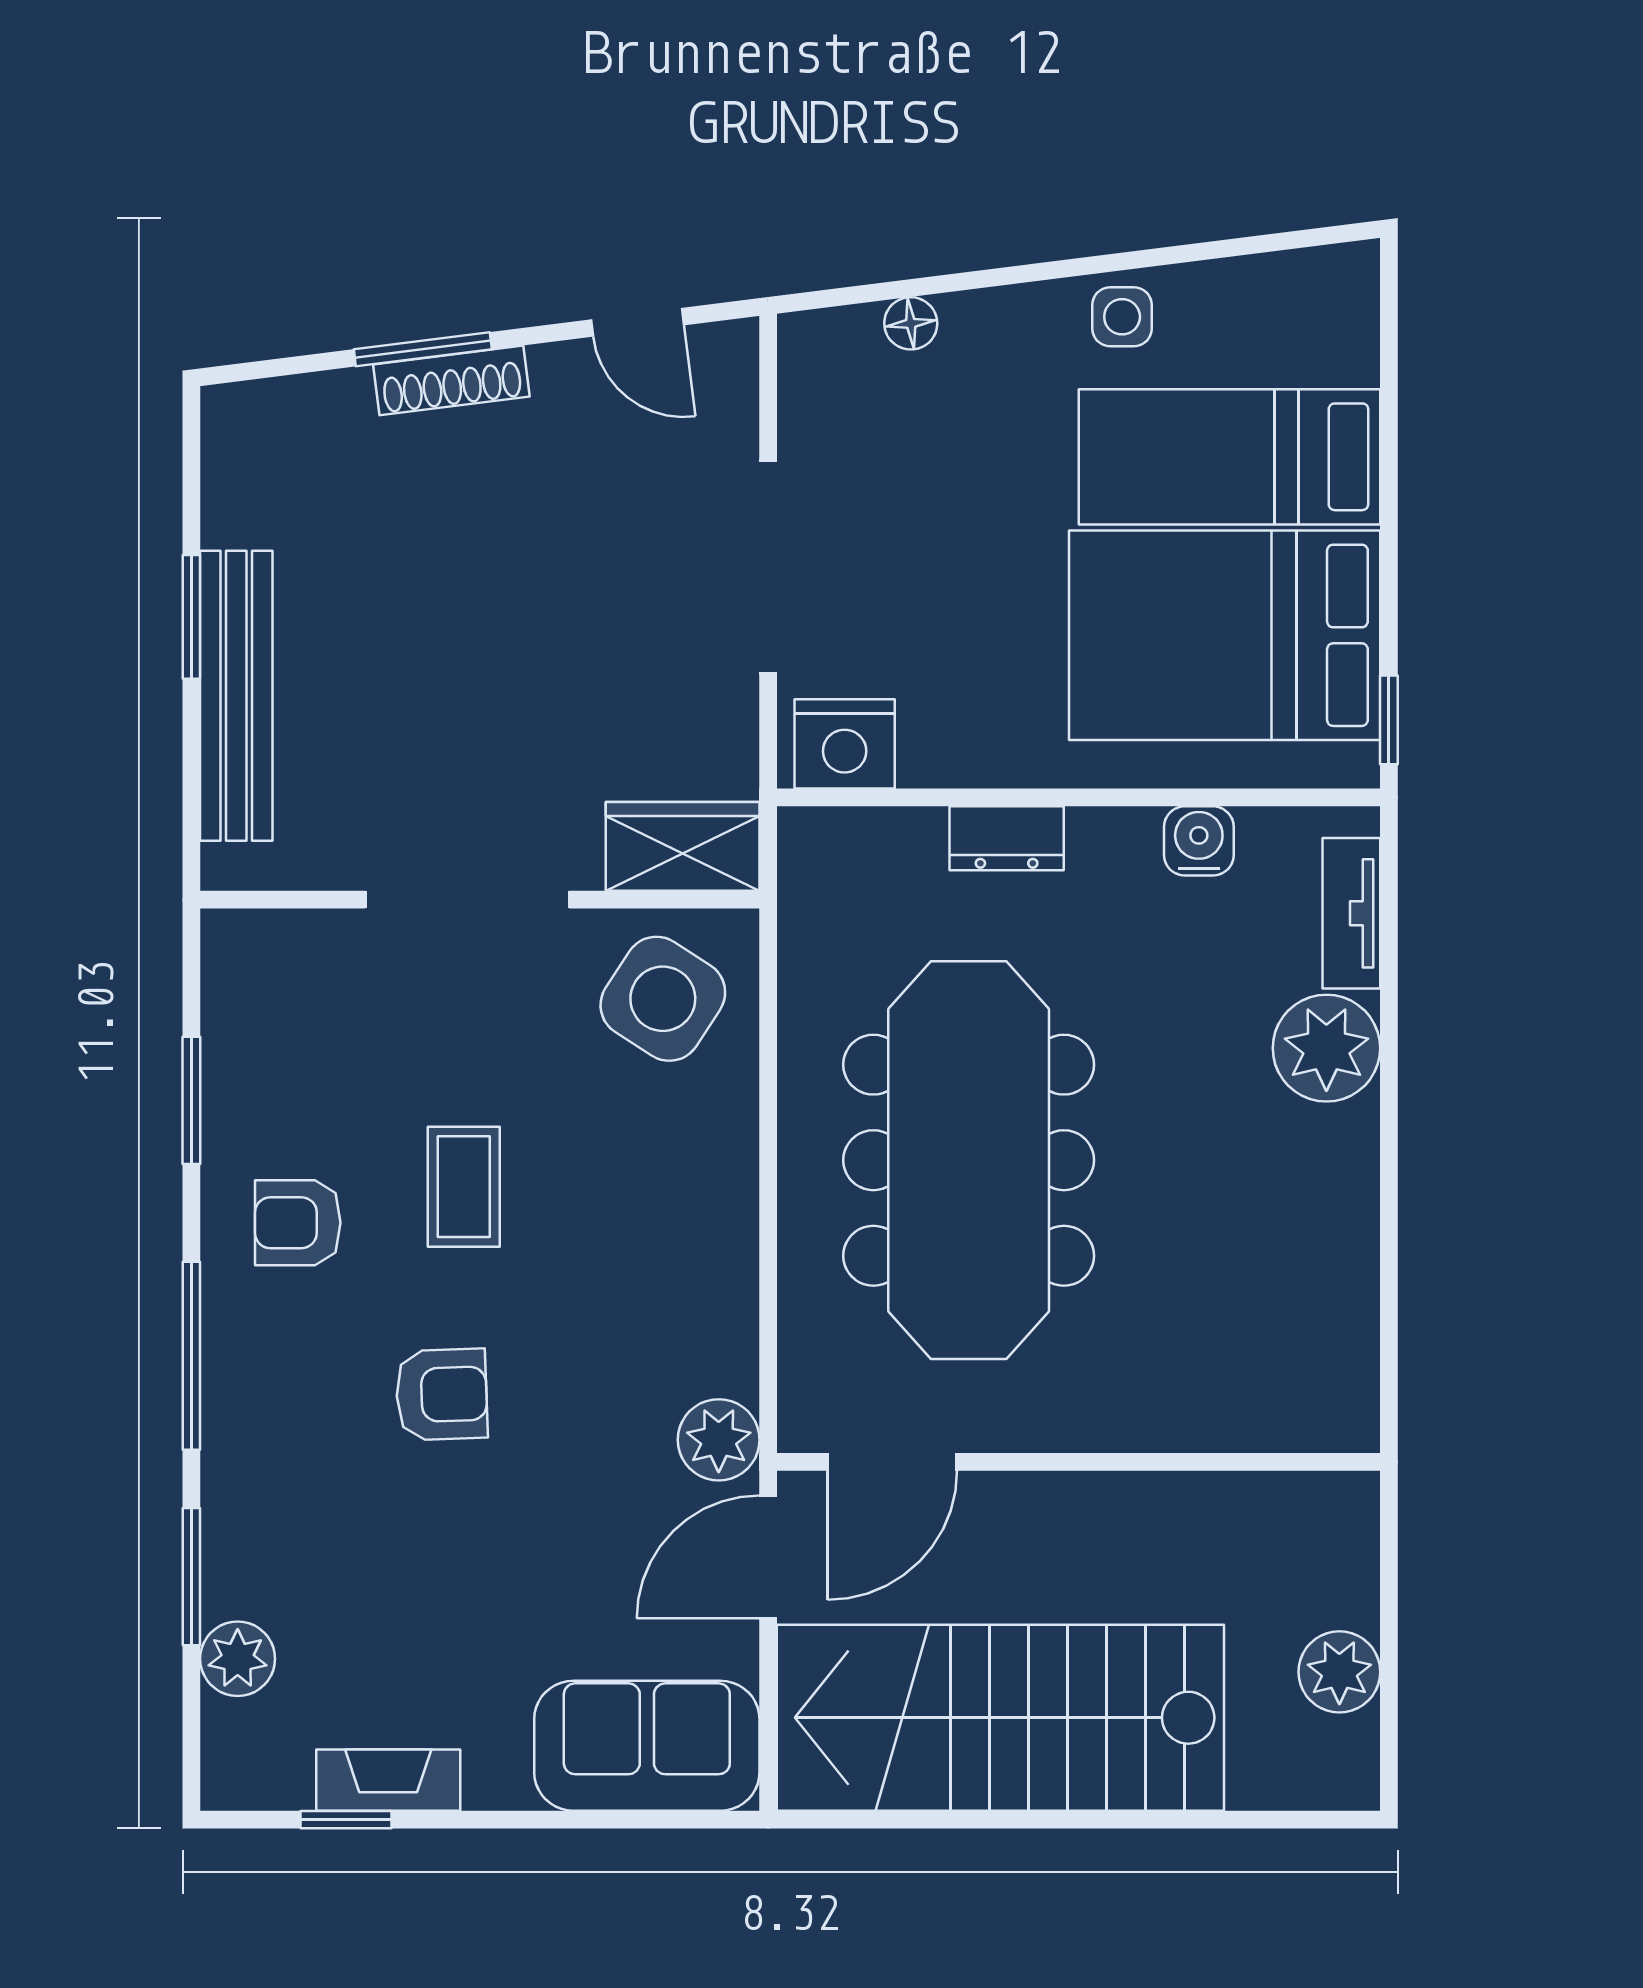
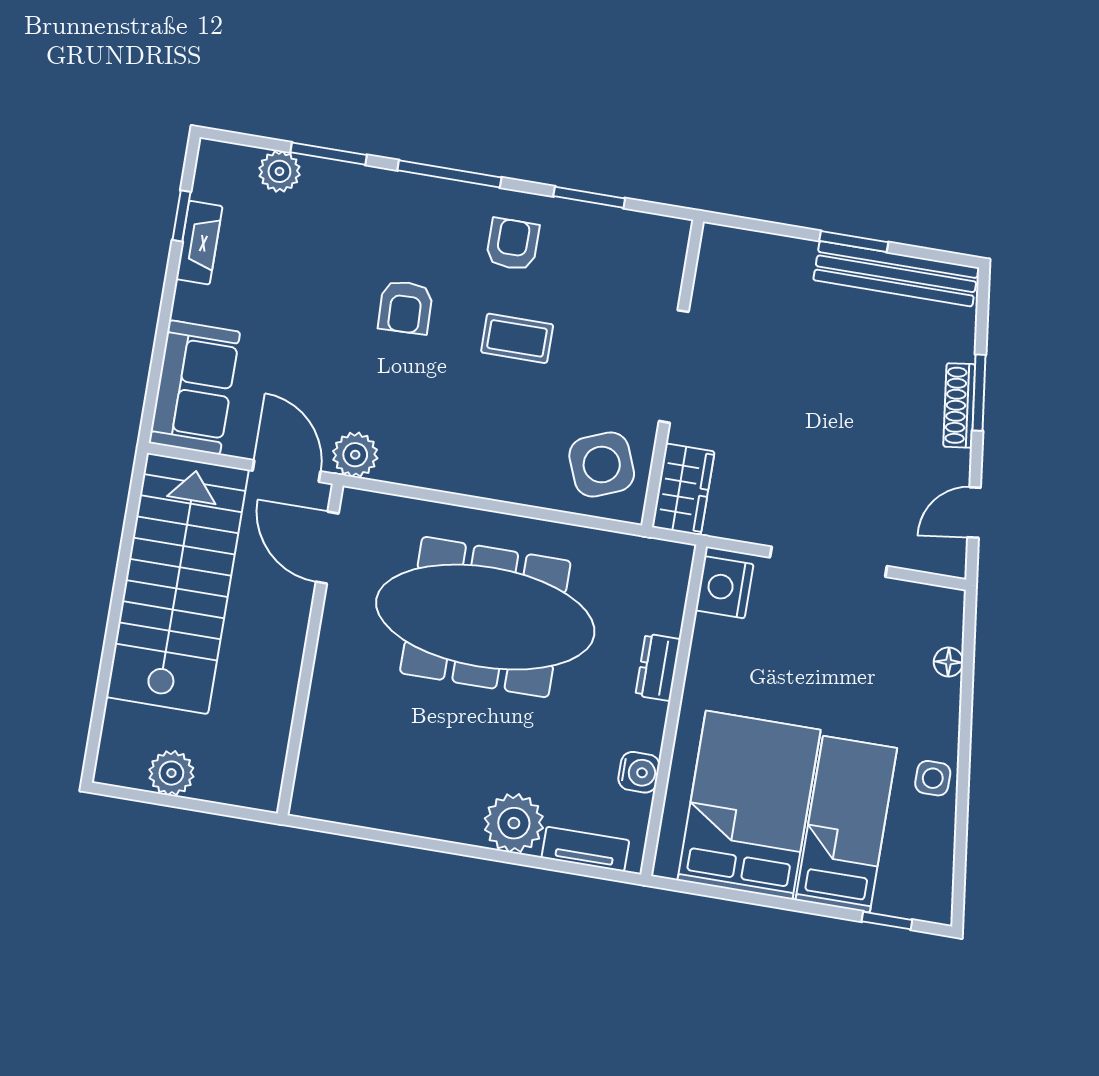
bench: (236, 696) -> (896, 274), moved
window: (1389, 720) -> (887, 921), moved
side table: (663, 999) -> (602, 464), turned 35

